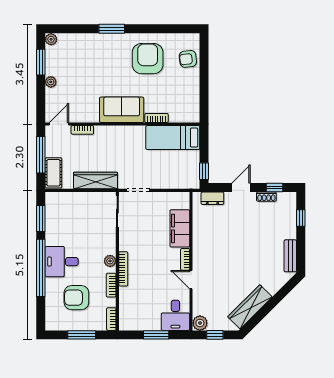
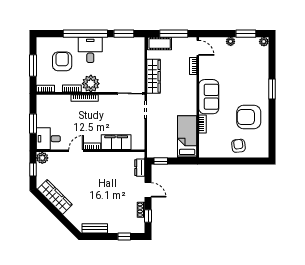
armchair: (148, 59) -> (249, 117), turned 180
armchair: (188, 59) -> (238, 146), moved
plant: (110, 261) -> (91, 84), width x1.88, depth x1.88

